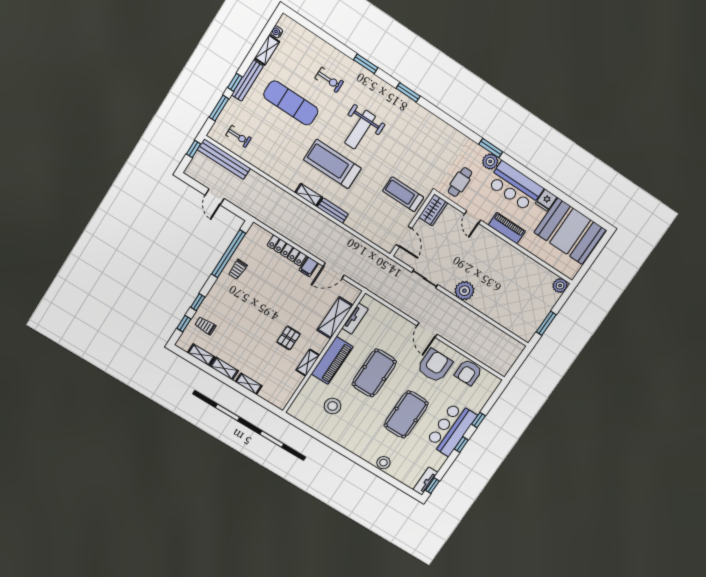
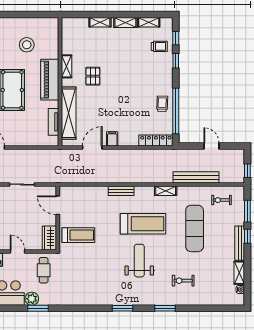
exercise mat: (291, 103) -> (195, 228), moved, turned 90
bench: (224, 159) -> (196, 177), moved
shelving: (309, 195) -> (166, 191), moved
locker: (287, 250) -> (156, 141), moved
shelving: (335, 318) -> (69, 113), width x1.47

